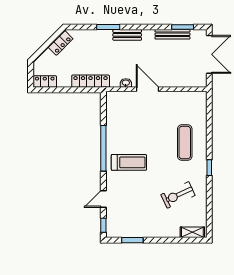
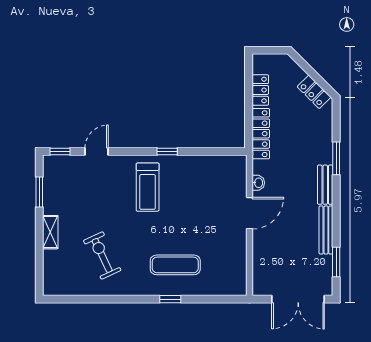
bench: (172, 34) -> (326, 230), moved
locker: (45, 82) -> (260, 90), moved
window: (103, 148) -> (167, 152), width x0.32
window: (209, 168) -> (170, 299), moved
door: (103, 199) -> (97, 152), hinge flipped
shelving: (192, 232) -> (50, 232), moved

